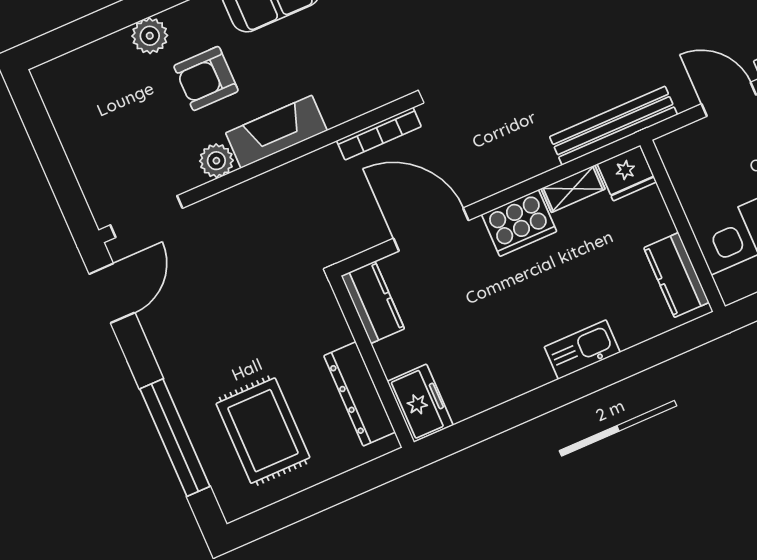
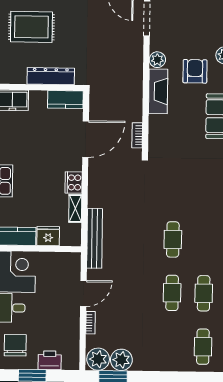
bookcase: (379, 134) -> (137, 135), width x0.64
fridge: (627, 173) -> (48, 236), moved, turned 90
cooker: (519, 223) -> (74, 182), width x0.73, depth x0.76
dresser: (360, 394) -> (51, 76), moved

